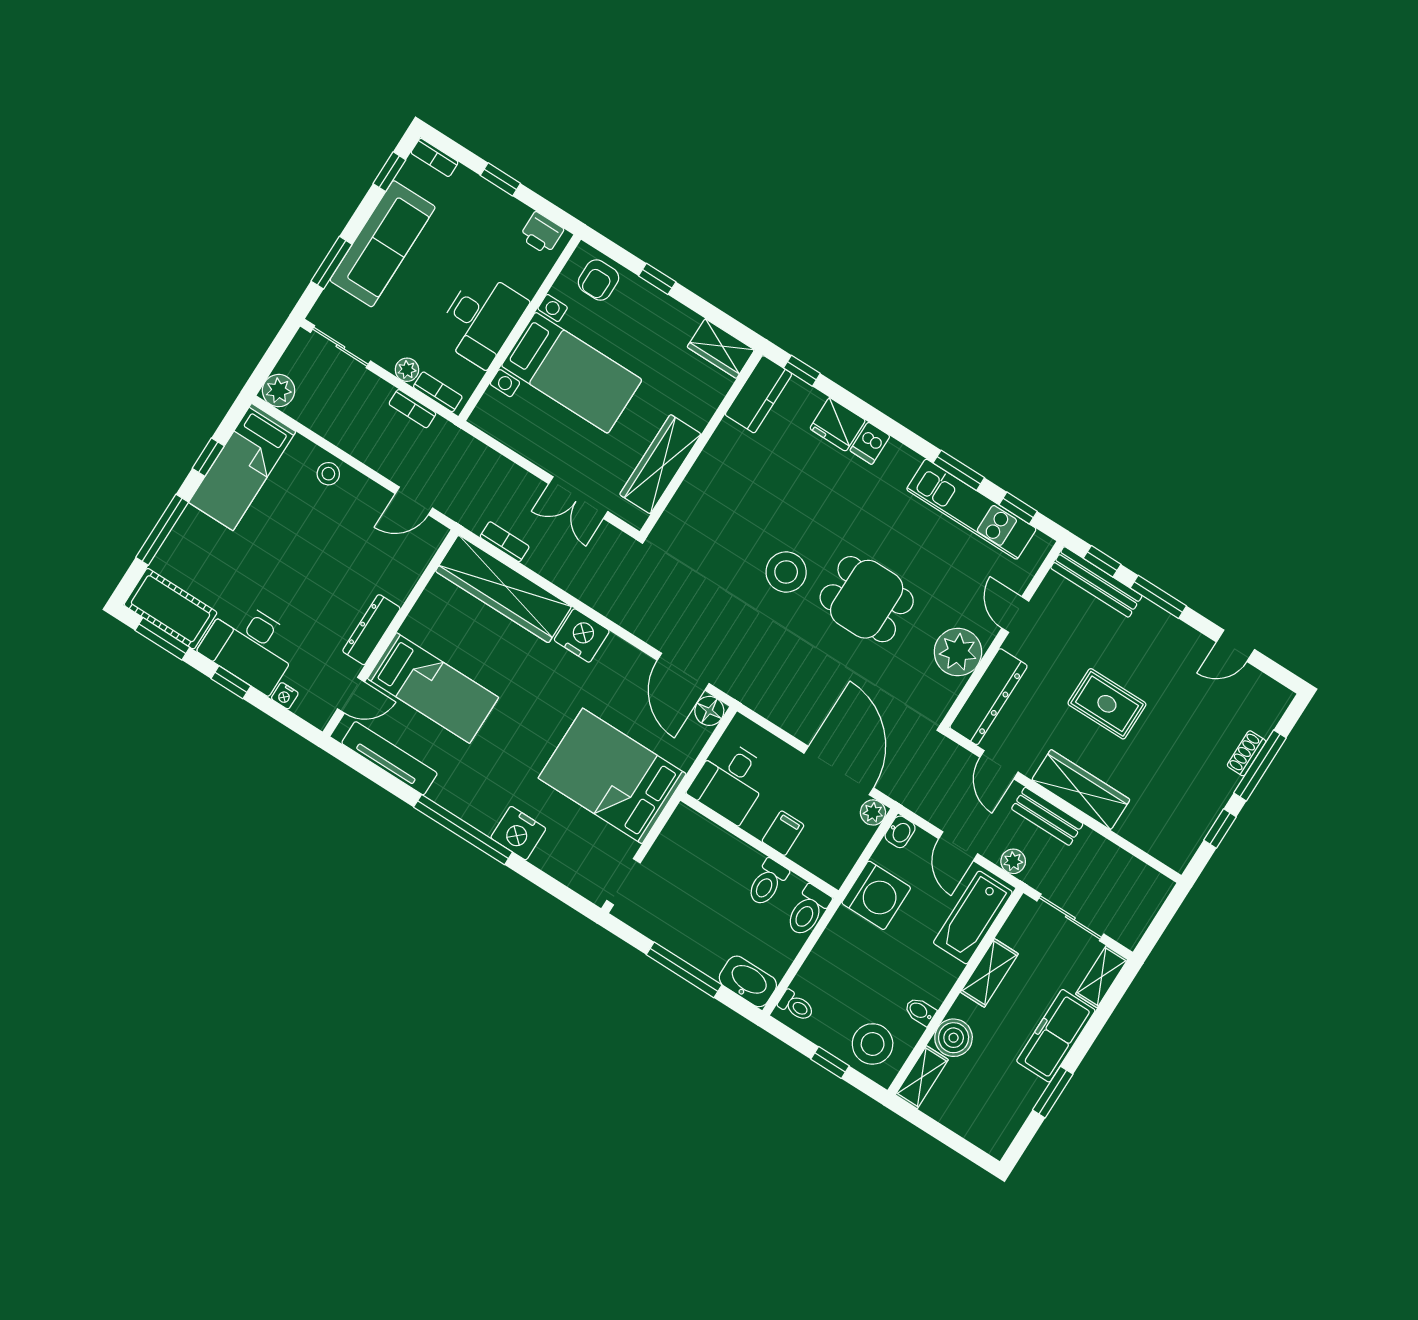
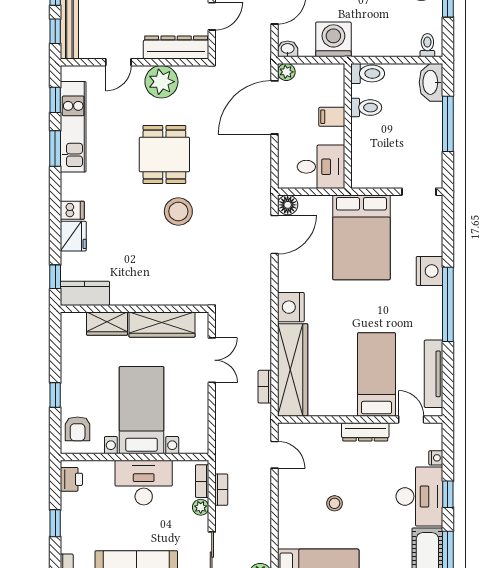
armchair: (598, 280) -> (78, 429), turned 90
wardrobe: (721, 348) -> (107, 324), moved, turned 90
stool: (328, 474) -> (335, 503), moved

